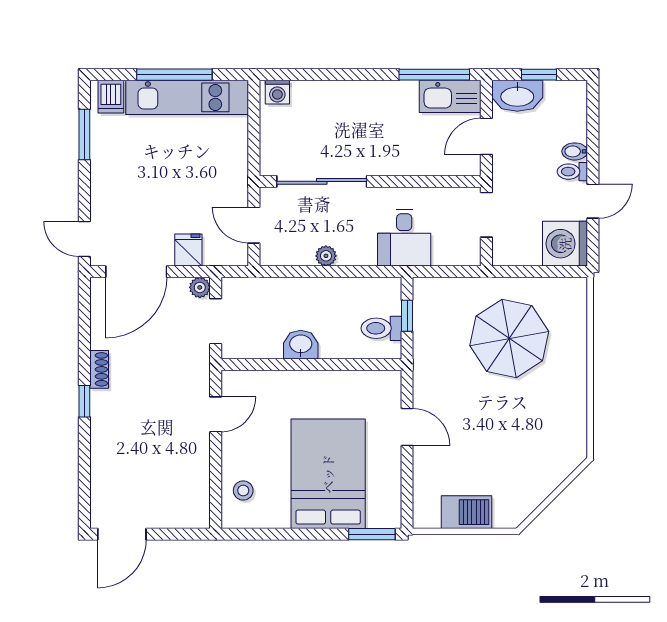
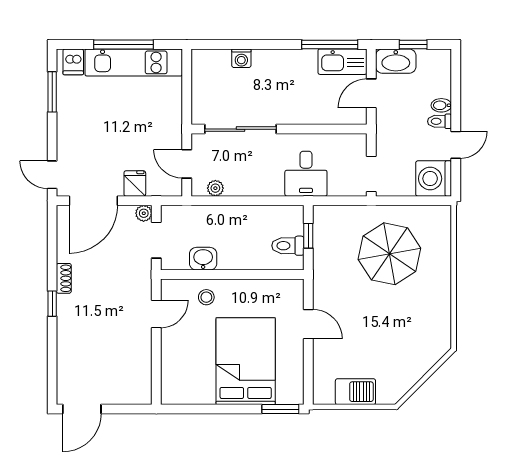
washing machine: (277, 92) -> (241, 58), moved
doorway: (486, 215) -> (371, 174), moved
plant: (326, 256) -> (215, 188), moved
washbasin: (301, 345) -> (203, 259), moved
stool: (243, 491) -> (206, 297), moved

